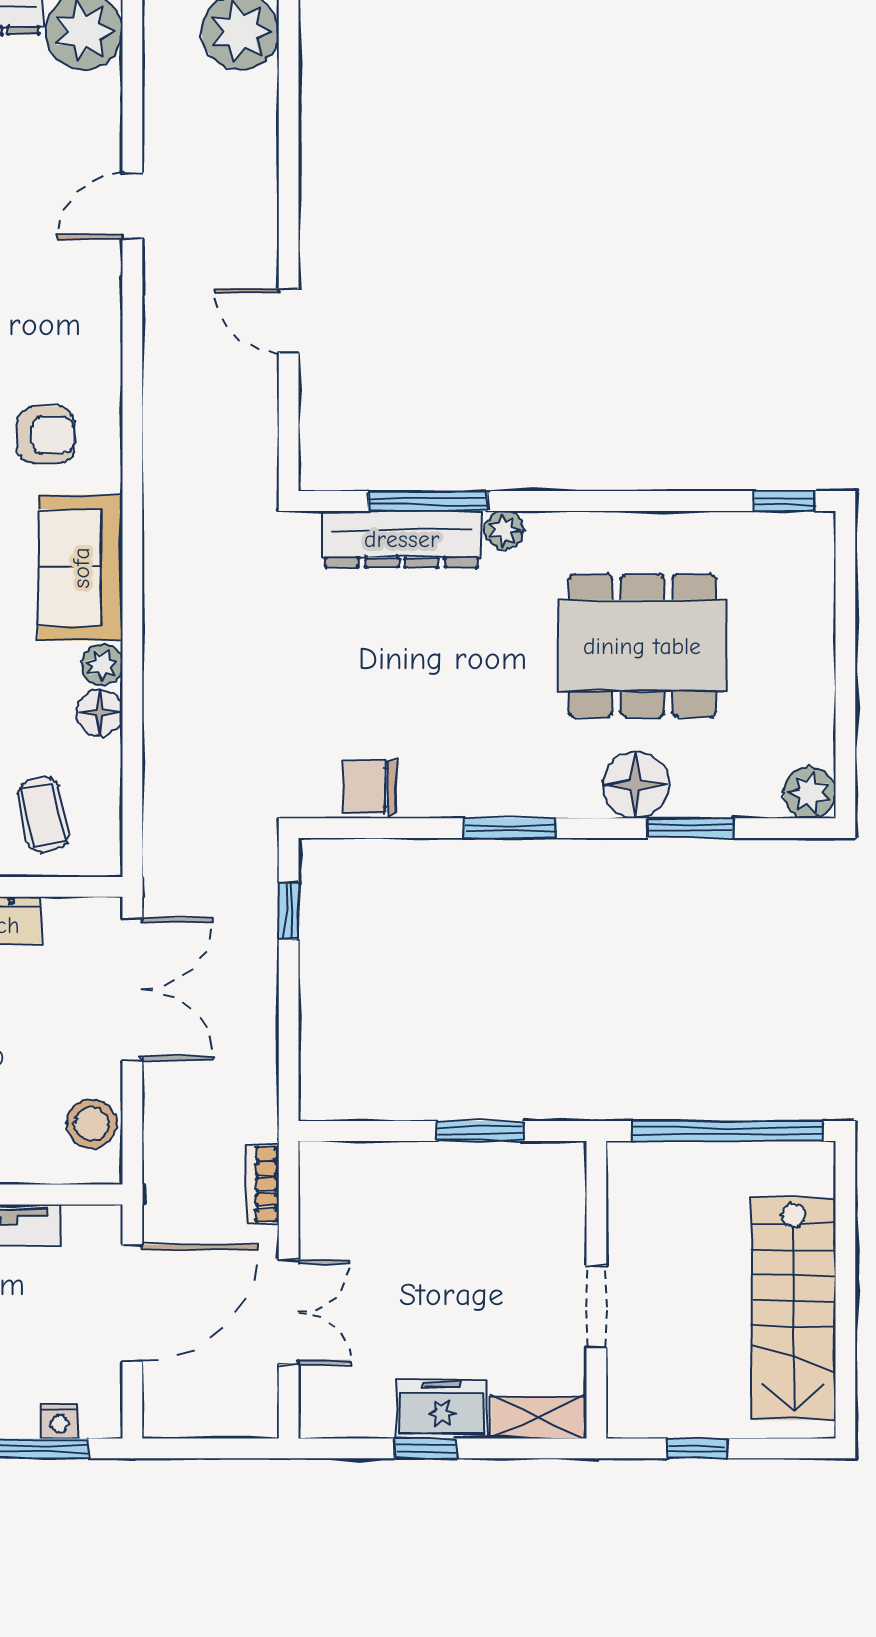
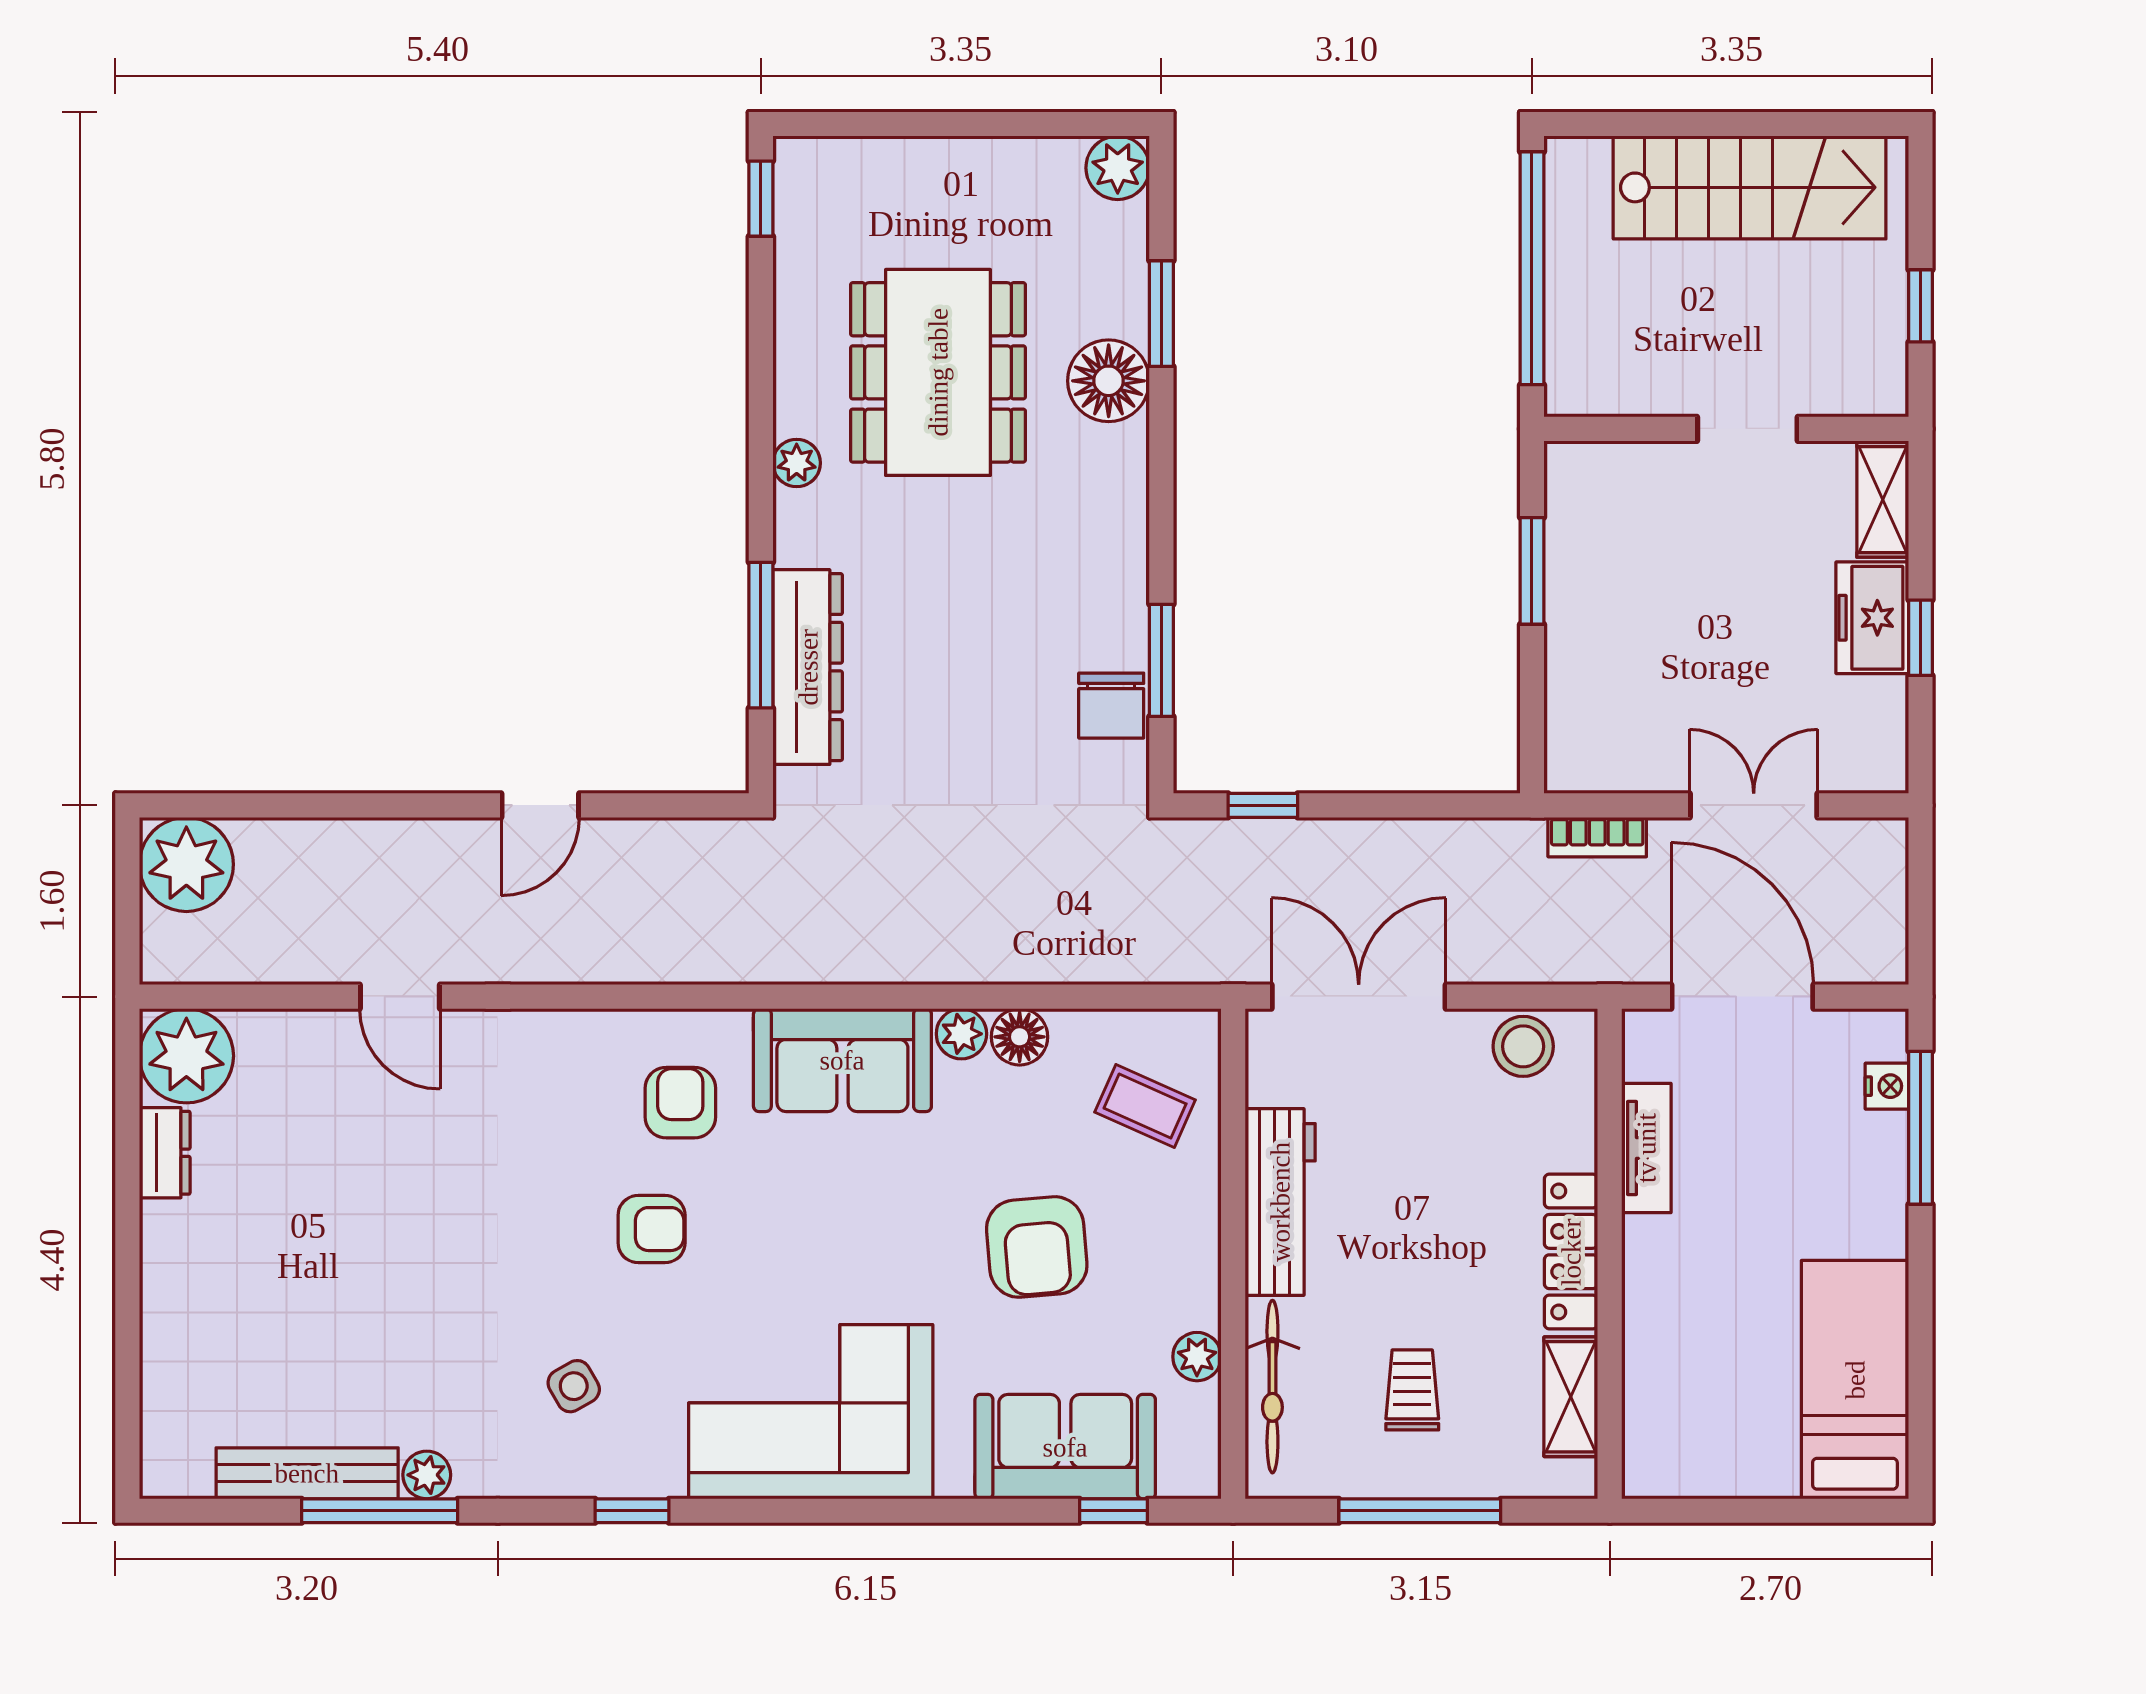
plant: (505, 530) -> (797, 463), moved
coffee table: (43, 815) -> (1145, 1106), turned 35
window: (510, 828) -> (1161, 660), moved

